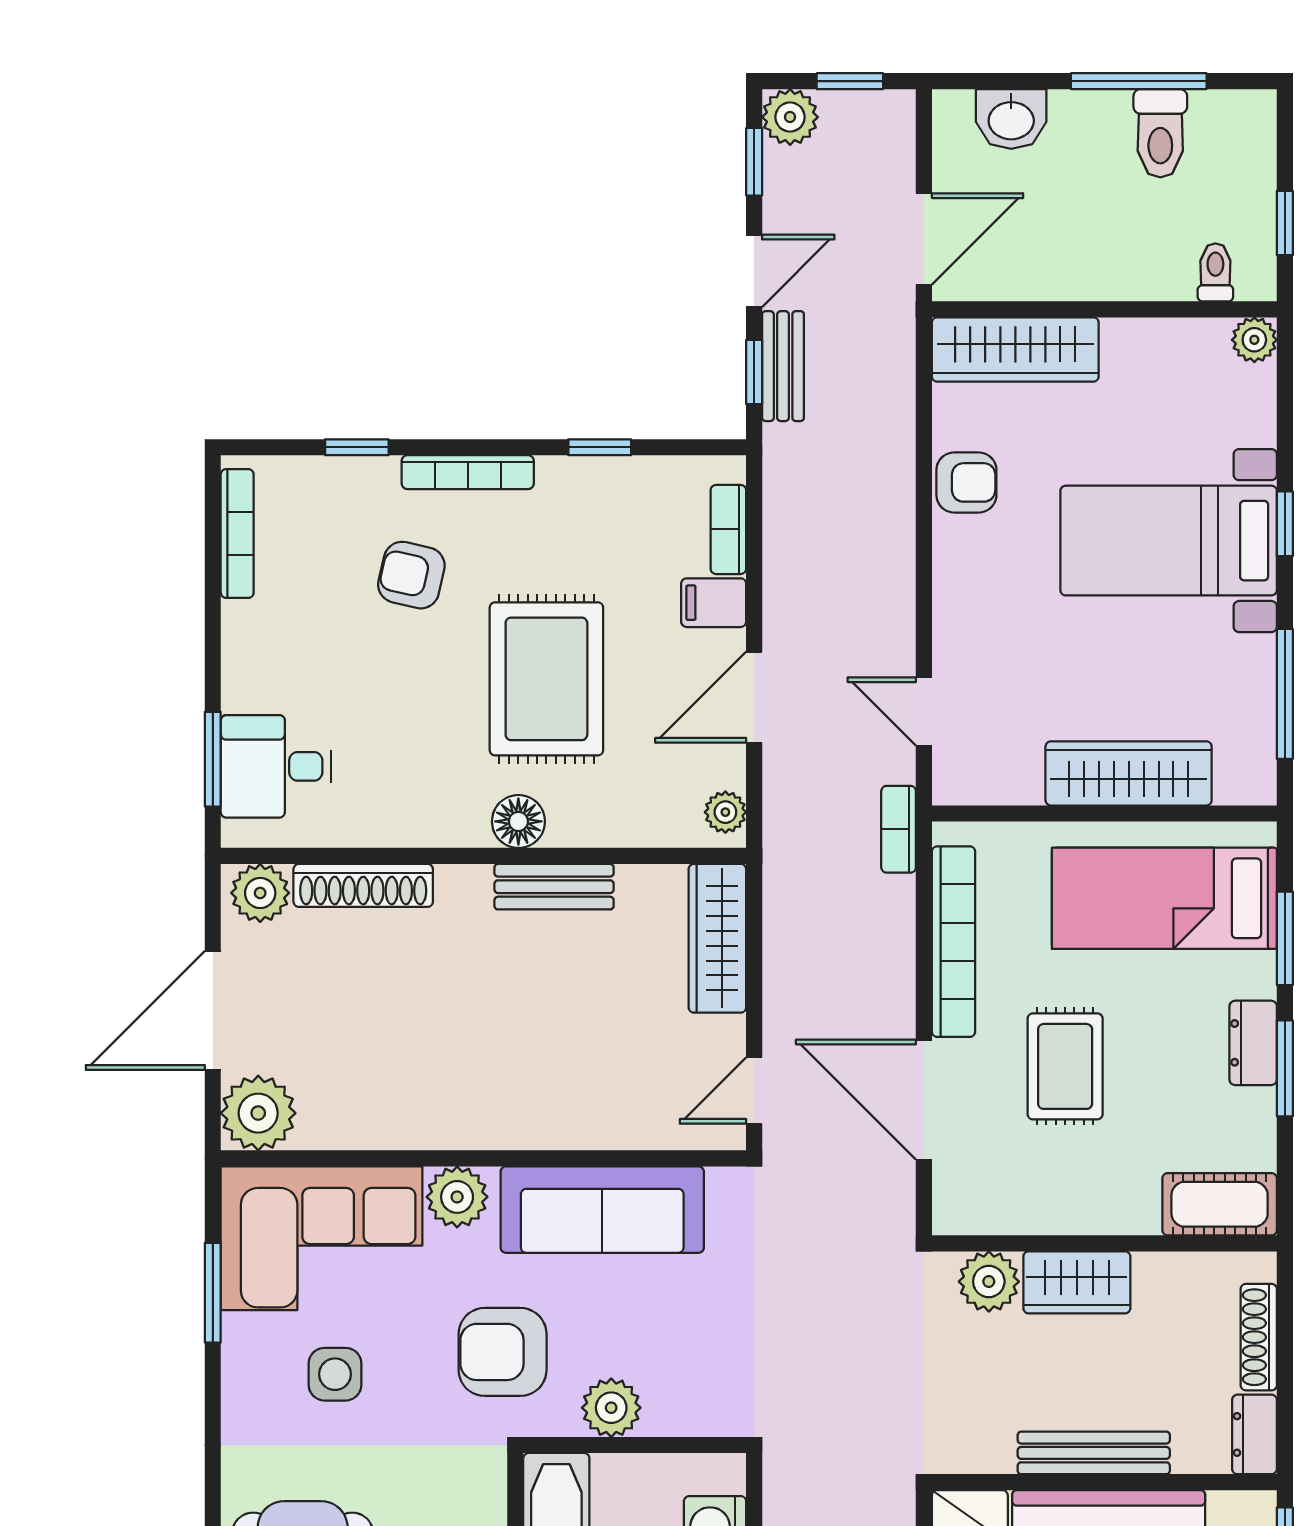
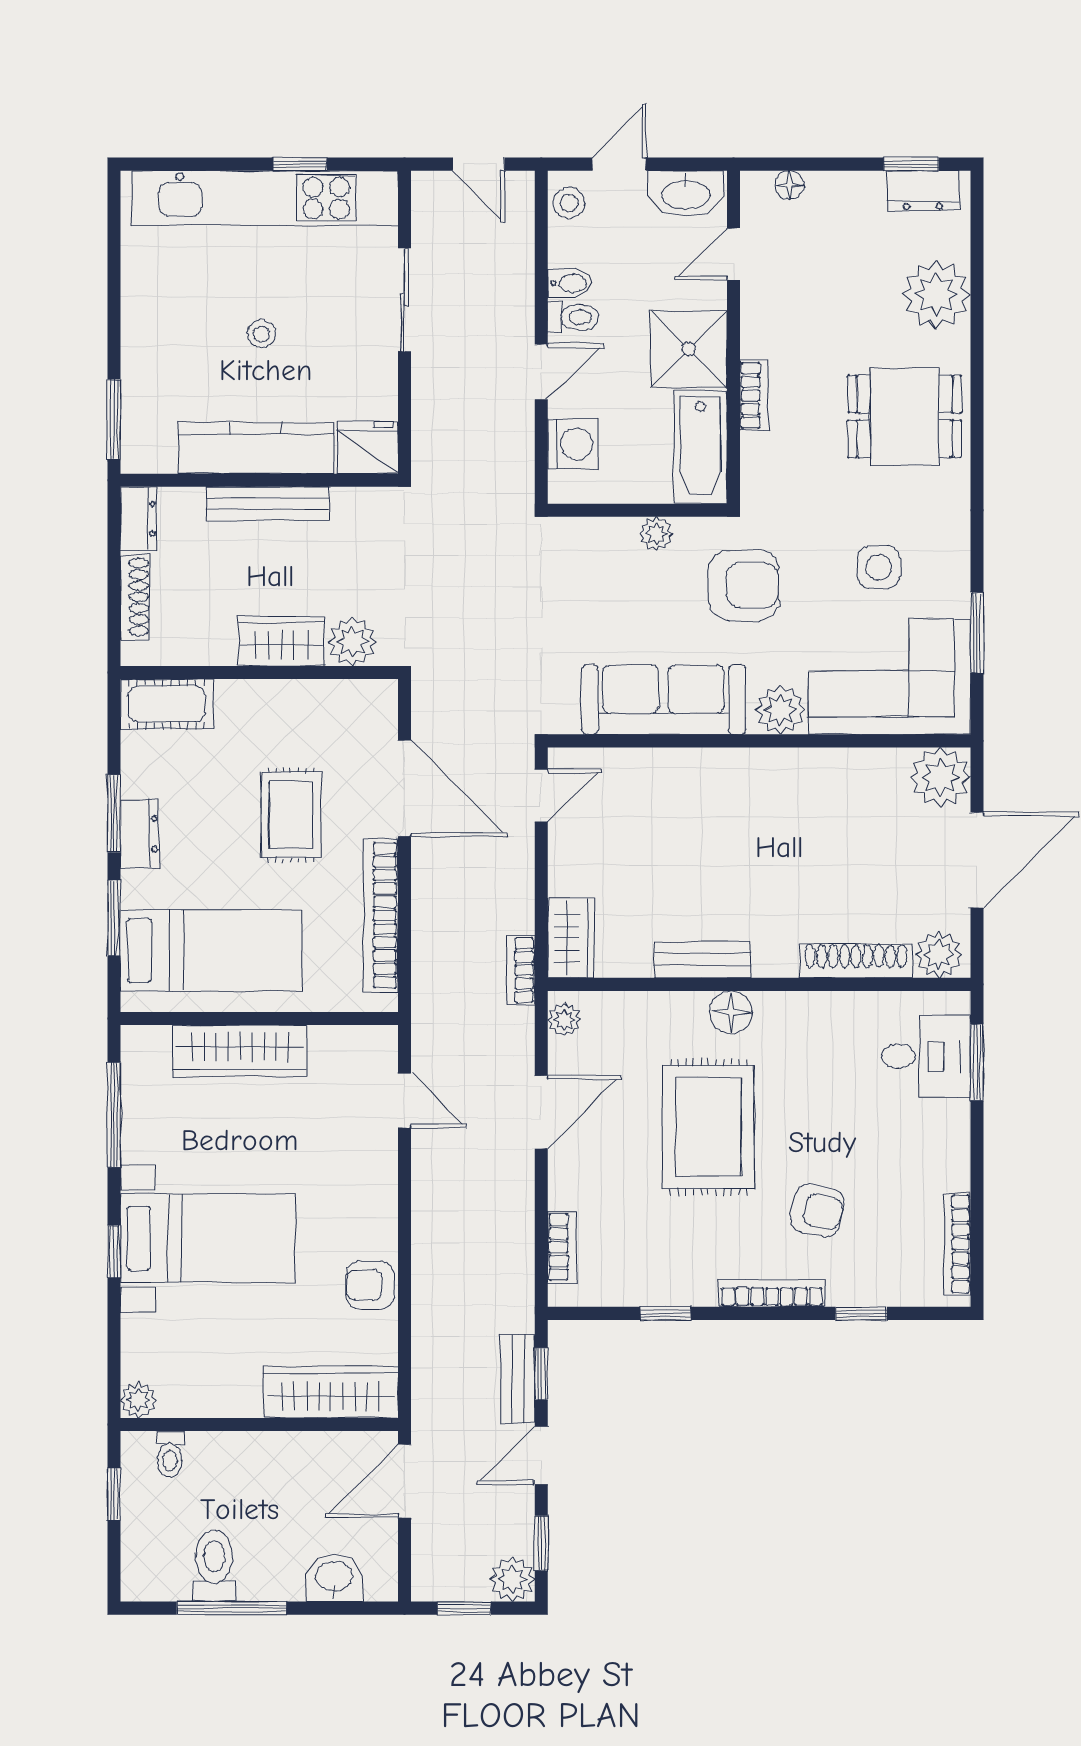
filing cabinet: (714, 603) -> (574, 1188), removed
bookcase: (899, 829) -> (521, 970), moved, turned 180
wardrobe: (717, 938) -> (571, 938), width x0.67
plant: (611, 1408) -> (656, 534), width x0.73, depth x0.73

